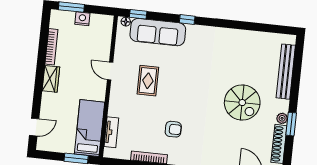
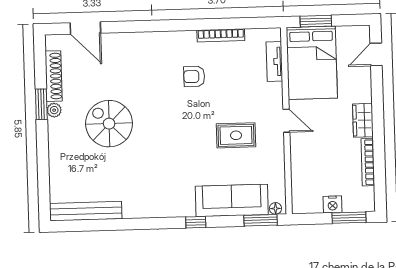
window: (138, 14) -> (261, 220), width x1.50
door: (110, 71) -> (286, 121), moved
bench: (286, 72) -> (86, 211), moved, turned 90
rug: (148, 81) -> (236, 135), turned 90
bed: (90, 128) -> (312, 63), width x1.50

